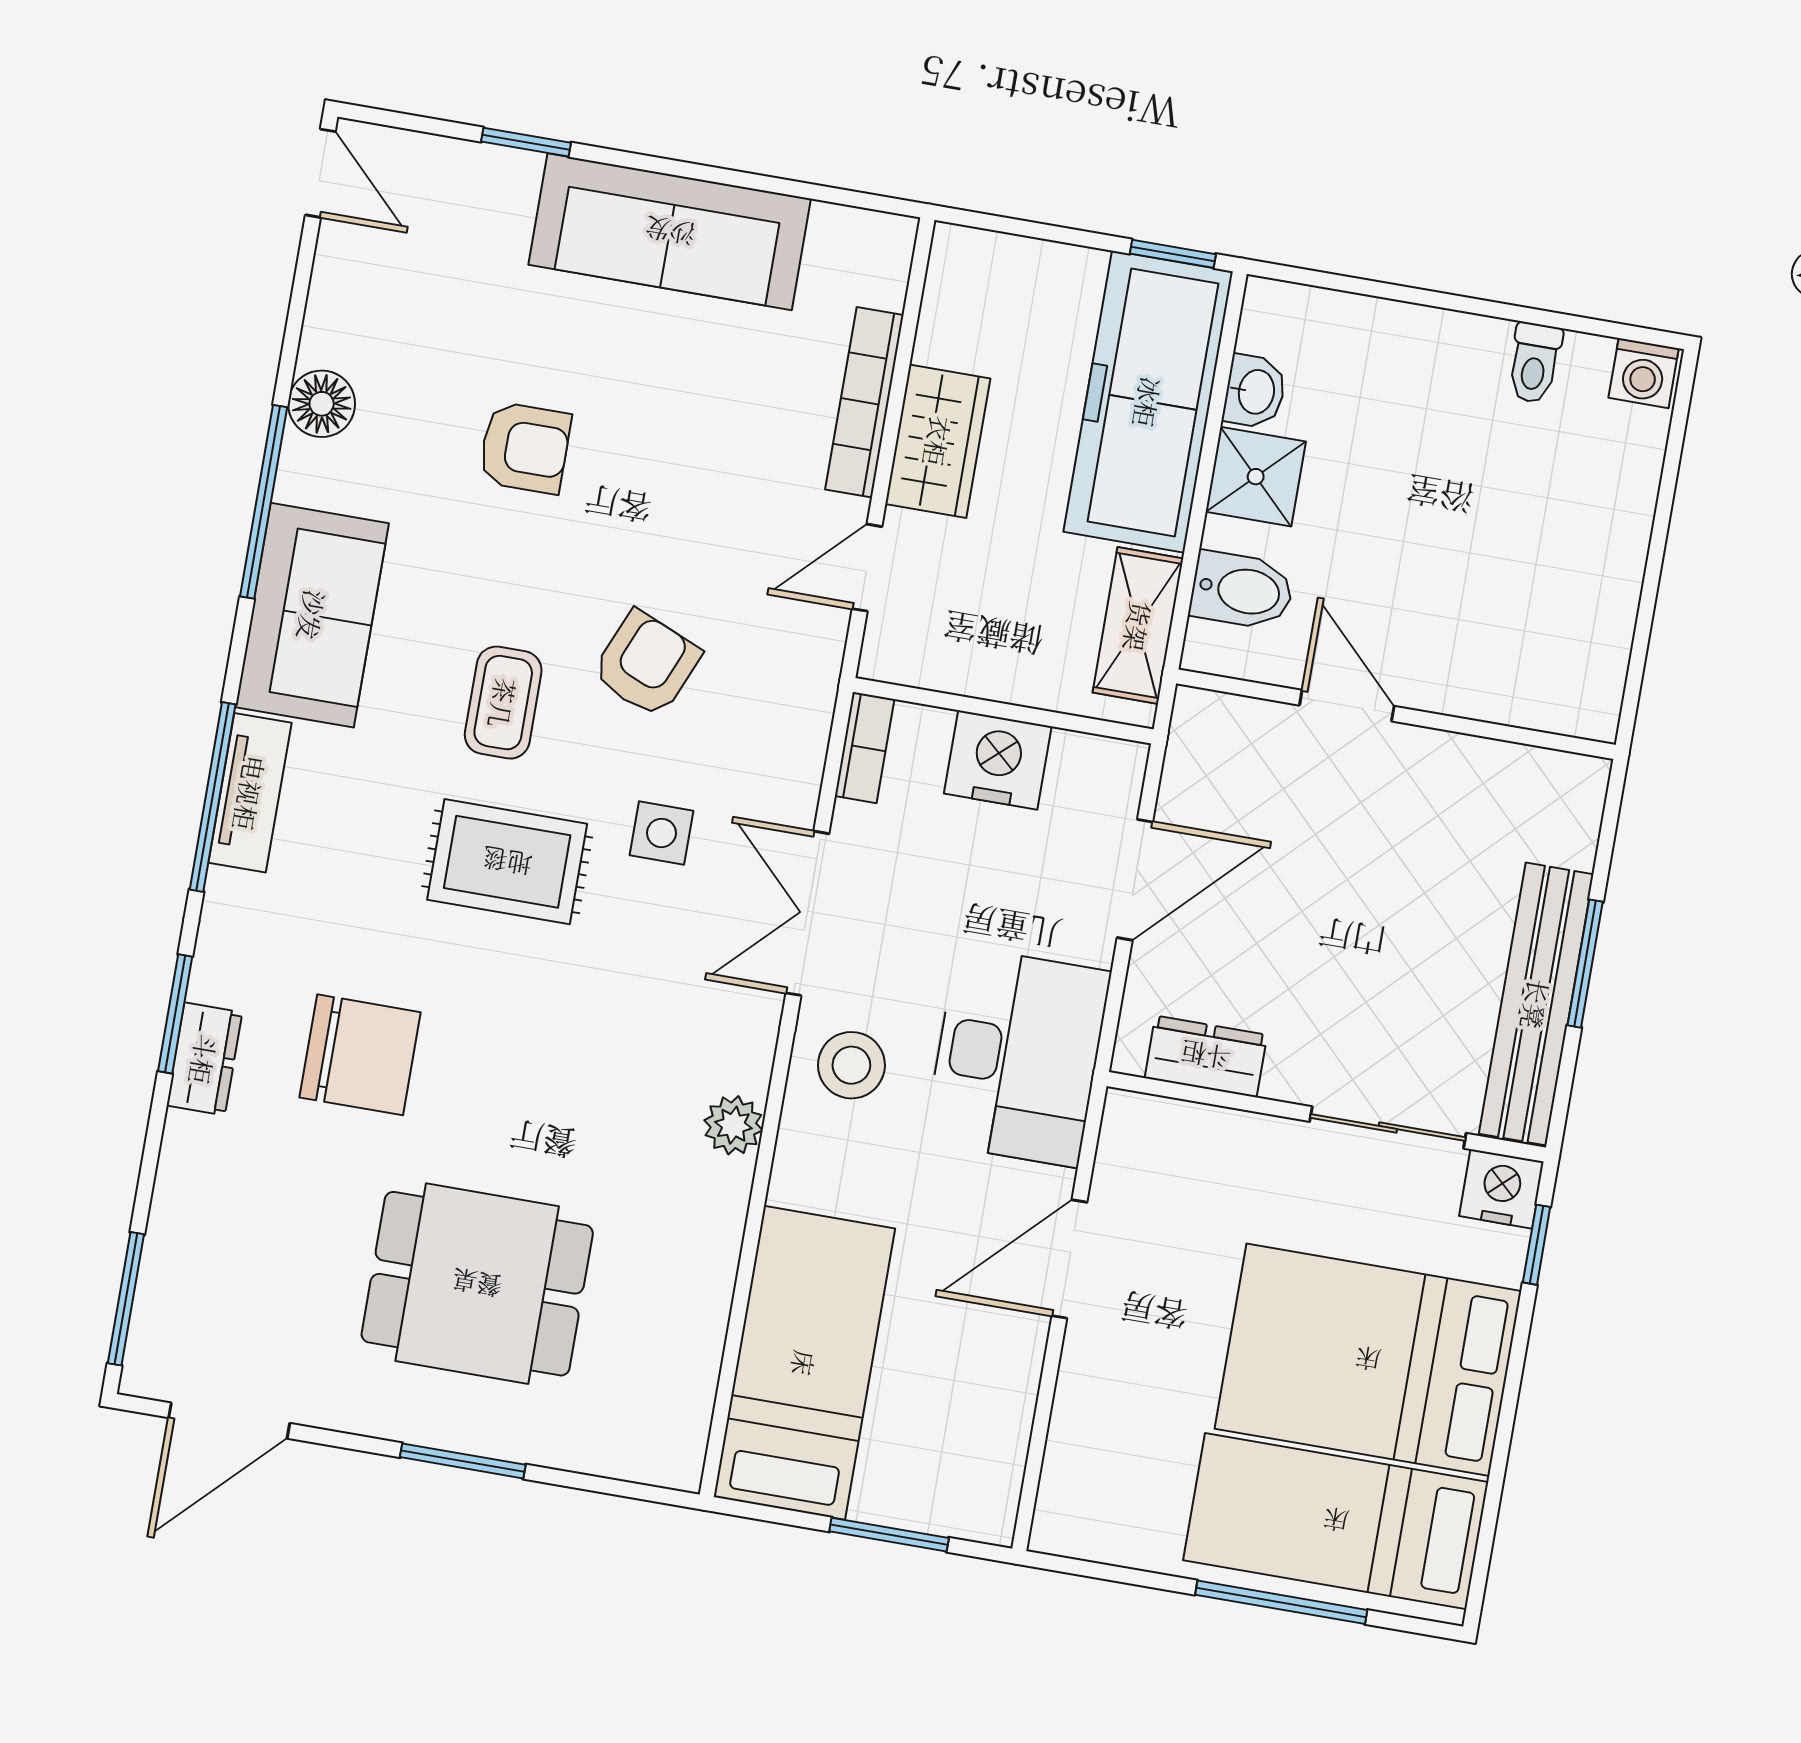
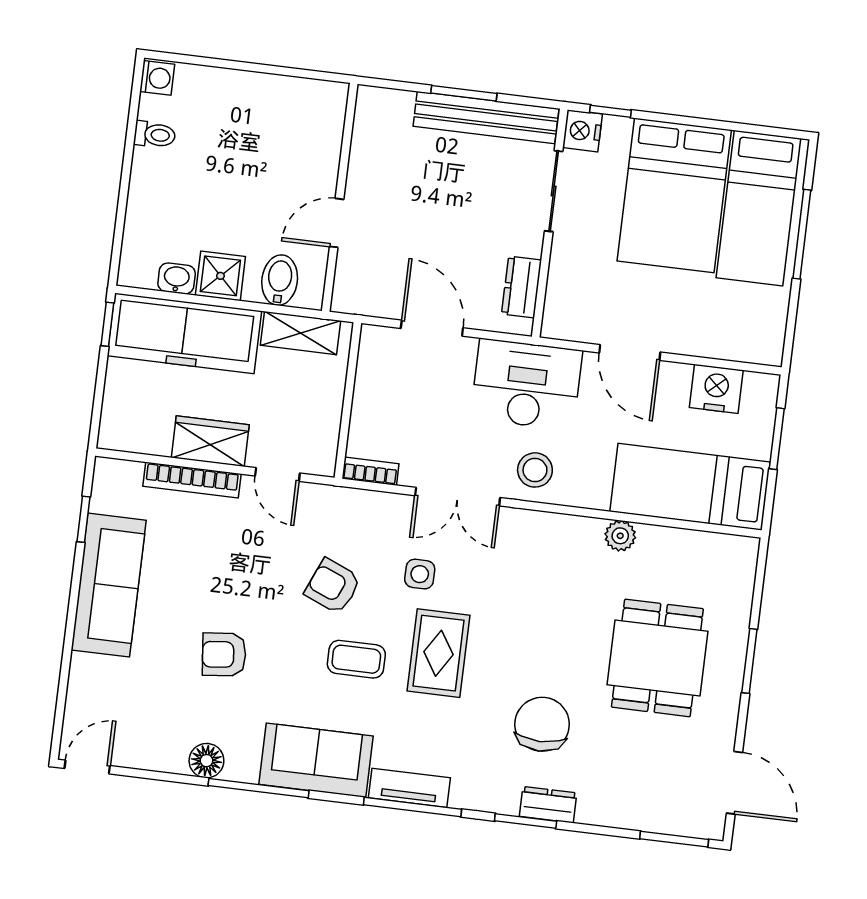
window: (526, 142) -> (83, 519), moved
armchair: (525, 448) -> (224, 654), turned -96
nightstand: (998, 760) -> (716, 389), moved, turned 90
plant: (733, 1125) -> (620, 536), moved

